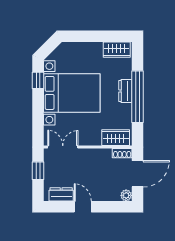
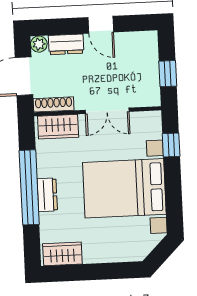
window: (38, 80) -> (171, 145), moved
double door: (63, 147) -> (107, 111), moved
shoe rack: (122, 153) -> (54, 104), width x1.43
dresser: (61, 194) -> (66, 44), moved

